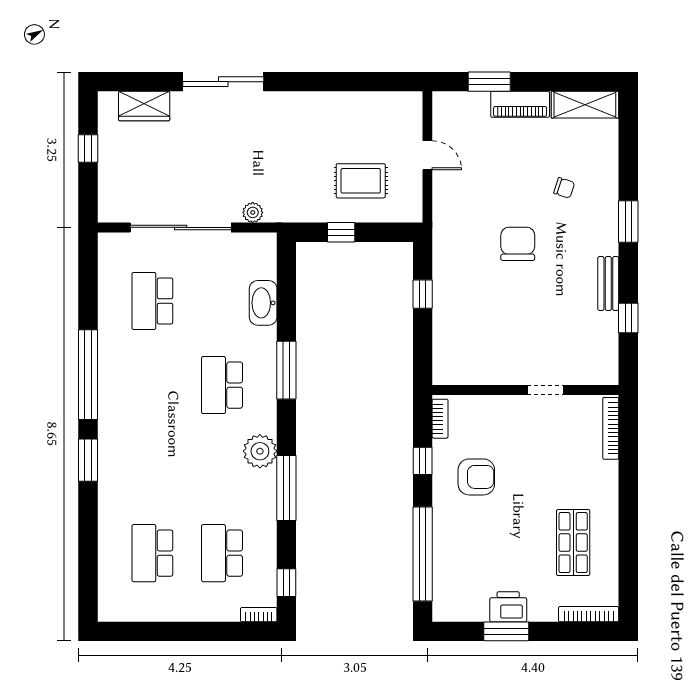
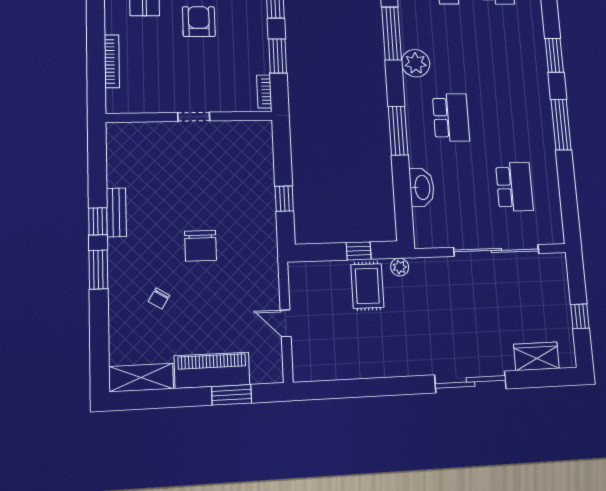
piano: (520, 104) -> (212, 370), width x1.37, depth x1.33
rug: (361, 181) -> (367, 286), moved, turned 90
chair: (564, 188) -> (159, 298), turned -77
plant: (253, 212) -> (400, 267), moved
window: (628, 318) -> (98, 221), moved
window: (88, 375) -> (561, 124), width x0.68
doorway: (545, 390) -> (194, 117), moved
bookcase: (611, 428) -> (112, 61), moved
window: (423, 461) -> (278, 56), width x1.50
armchair: (476, 477) -> (199, 22), moved, turned 90

